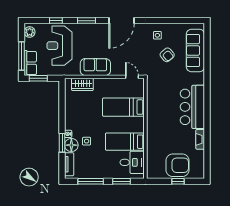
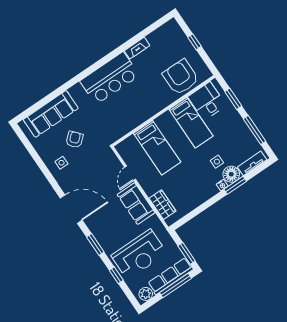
row of seats: (30, 63) -> (171, 276), width x1.48
door: (132, 77) -> (130, 173), moved
armchair: (177, 165) -> (181, 77), moved

